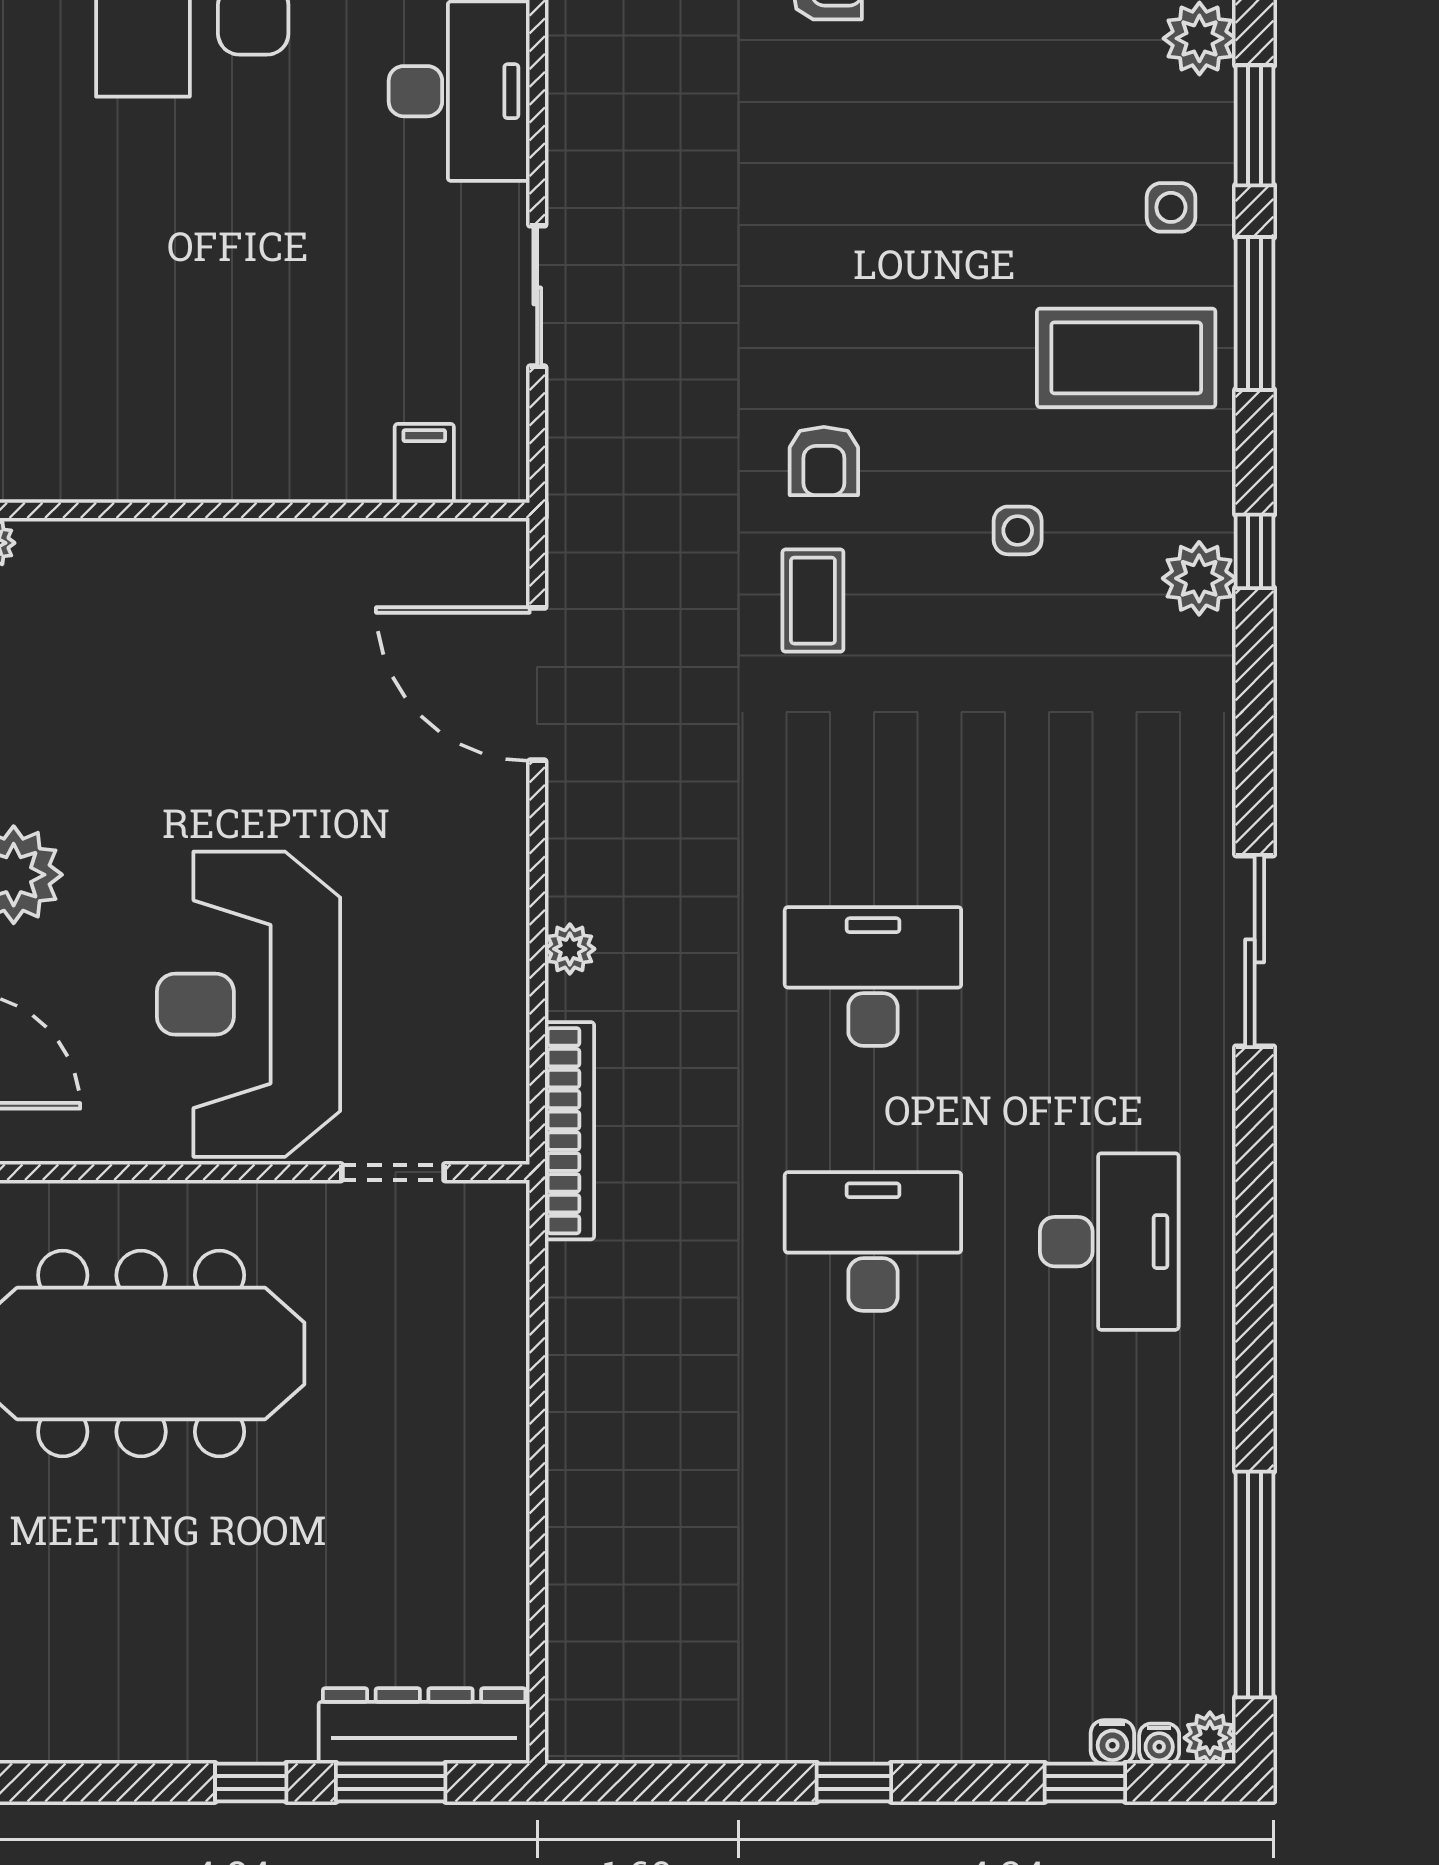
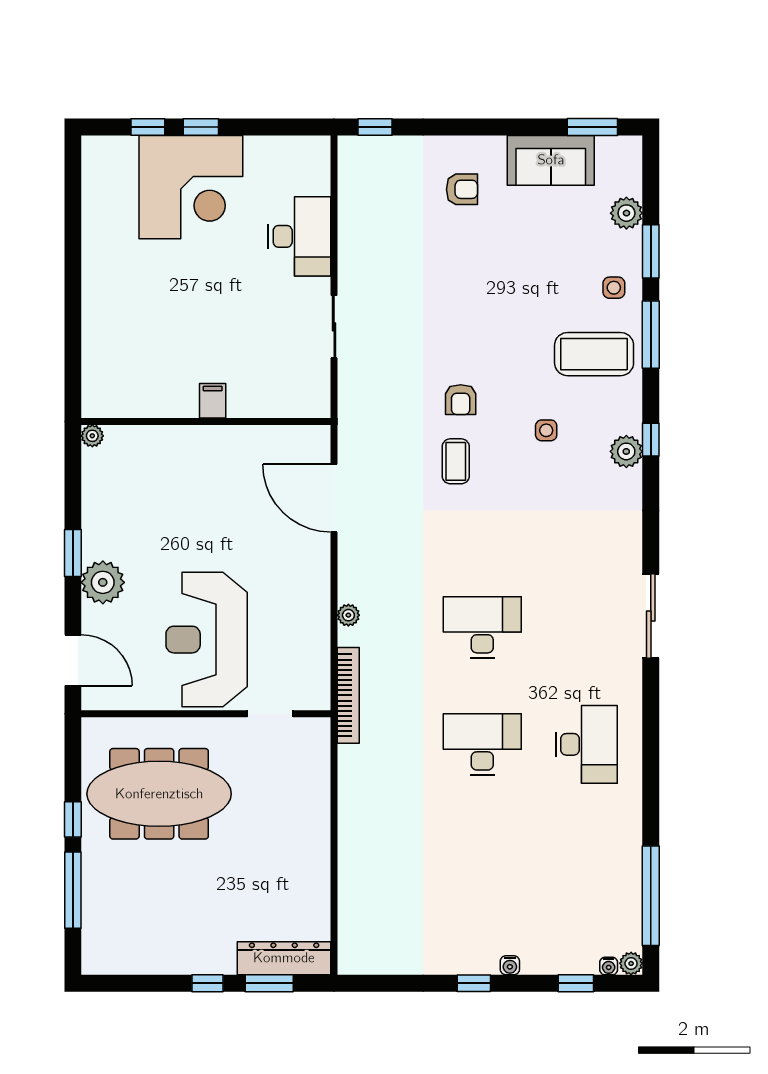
filing cabinet: (424, 463) -> (213, 401), moved
water cooler: (1112, 1742) -> (510, 965), moved

